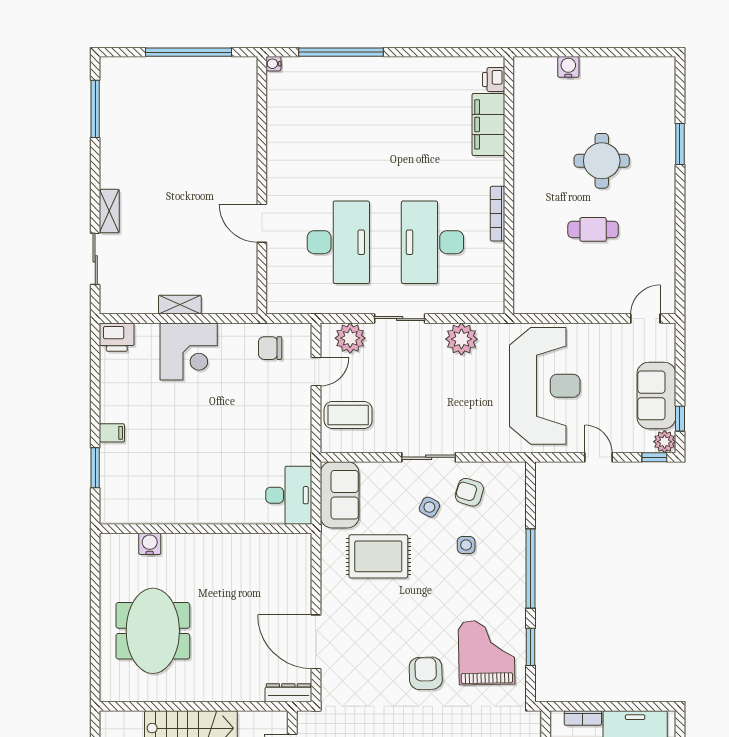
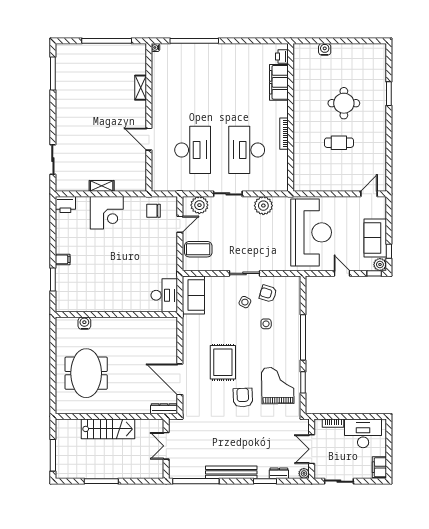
shelving: (109, 211) -> (141, 88), moved
rug: (378, 556) -> (223, 362), moved, turned 90

